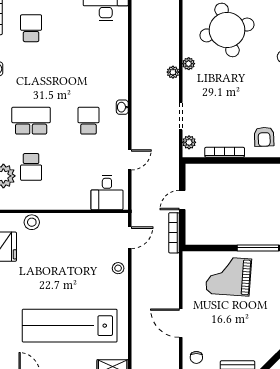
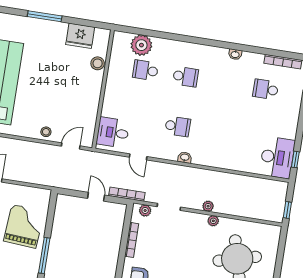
school desk: (31, 28) -> (266, 89), turned 180
school desk: (31, 121) -> (185, 77), width x0.54
bookcase: (174, 233) -> (127, 194), moved
door: (130, 238) -> (71, 146), swing flipped

